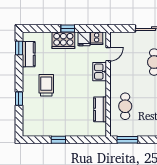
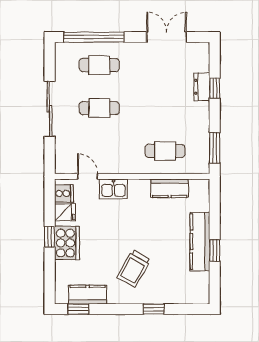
trolley: (46, 85) -> (134, 268), turned -60
kitchen counter: (64, 130) -> (200, 242), added

